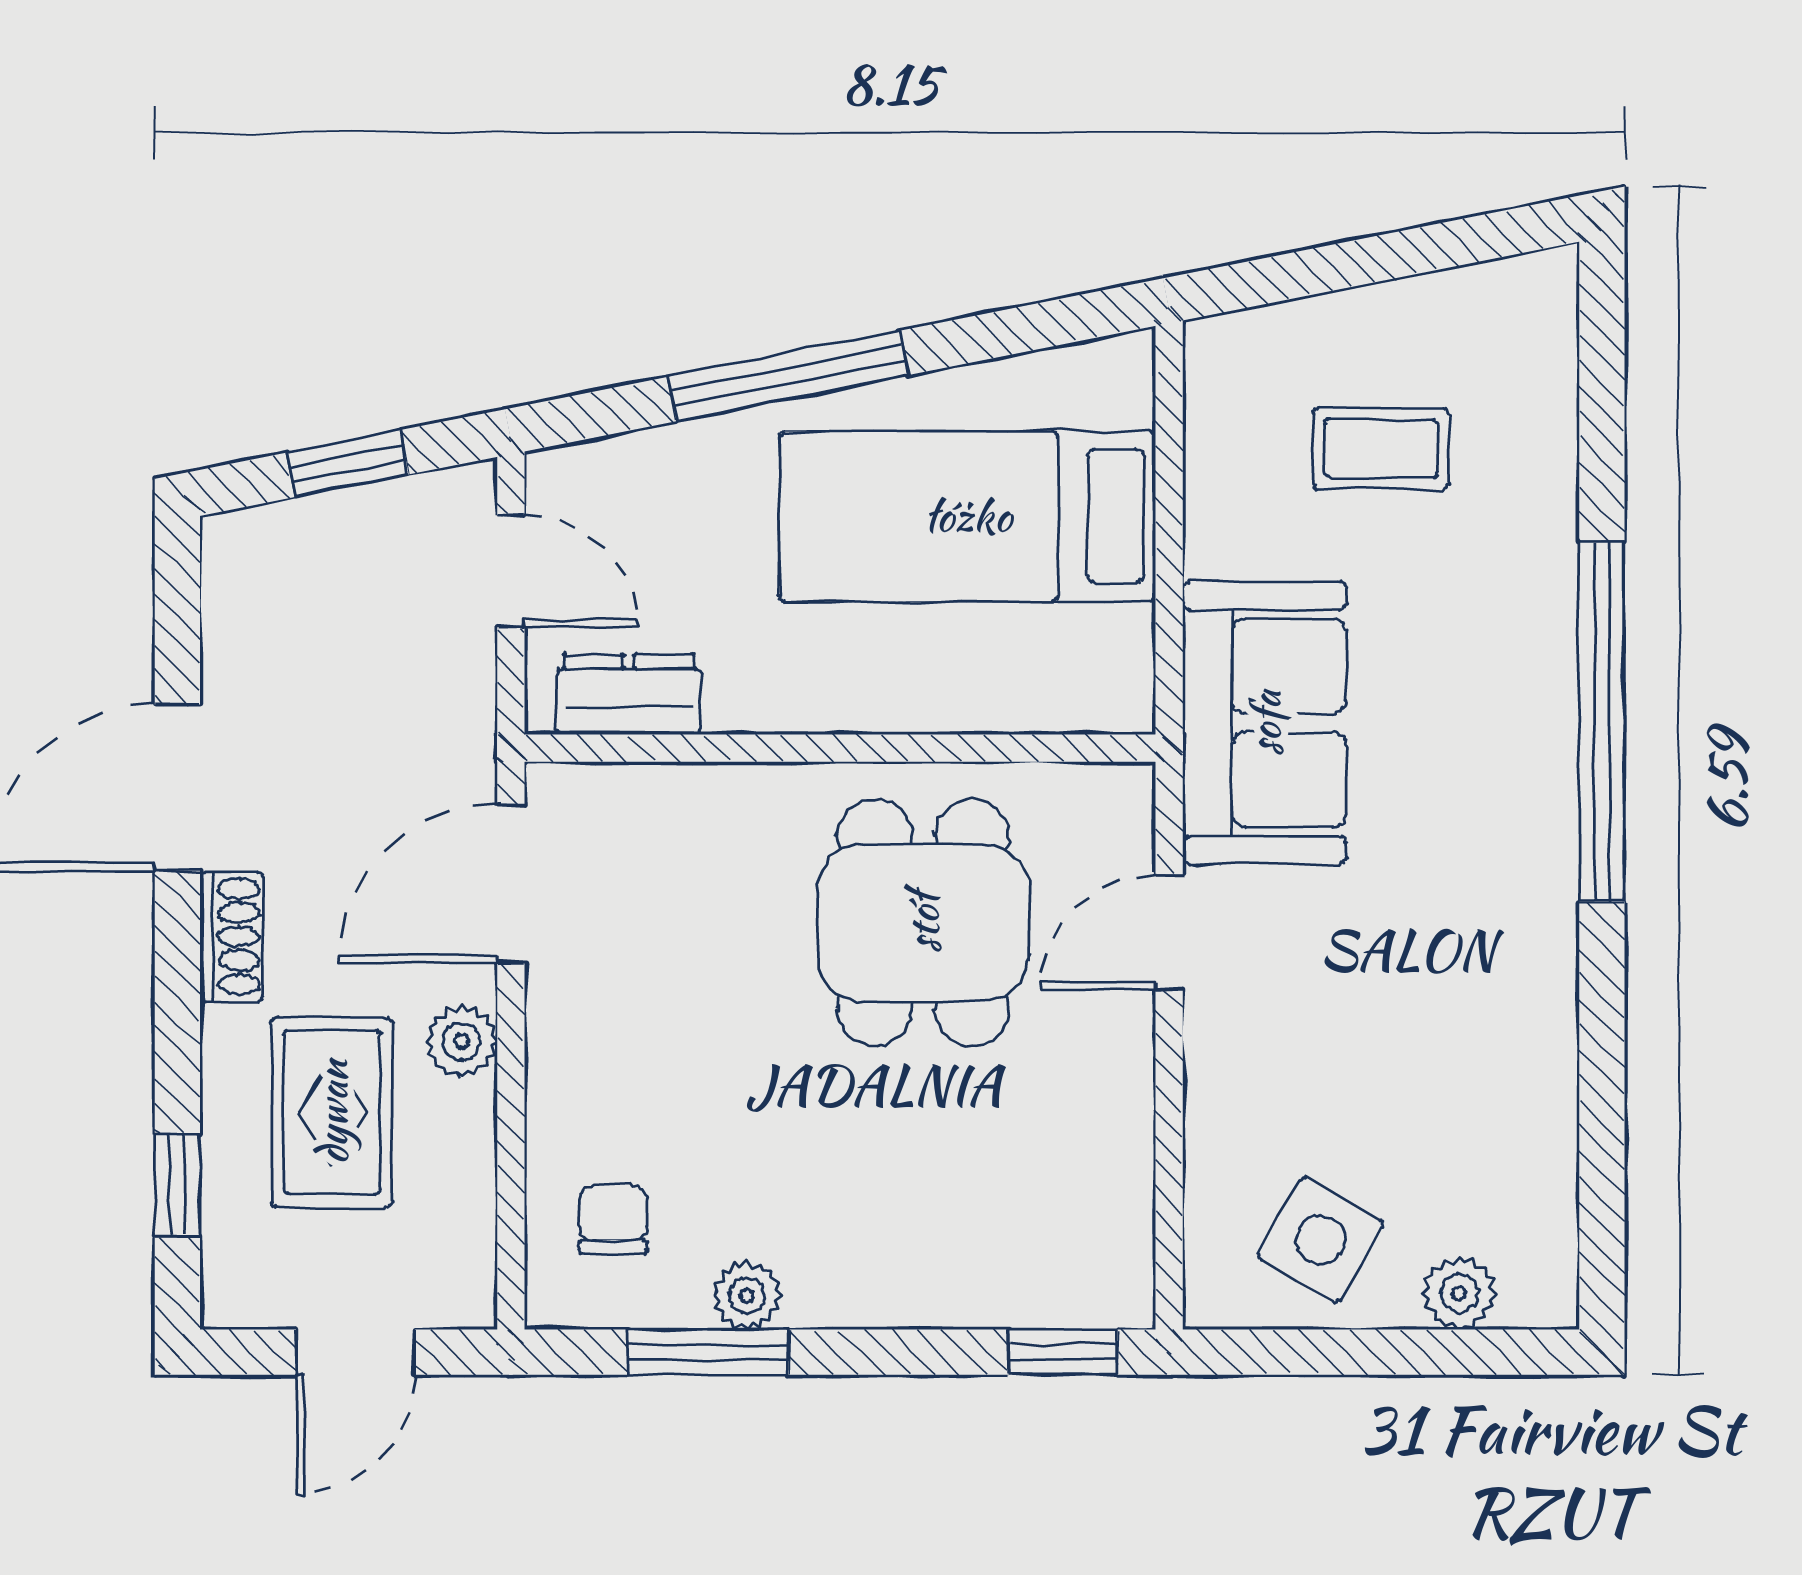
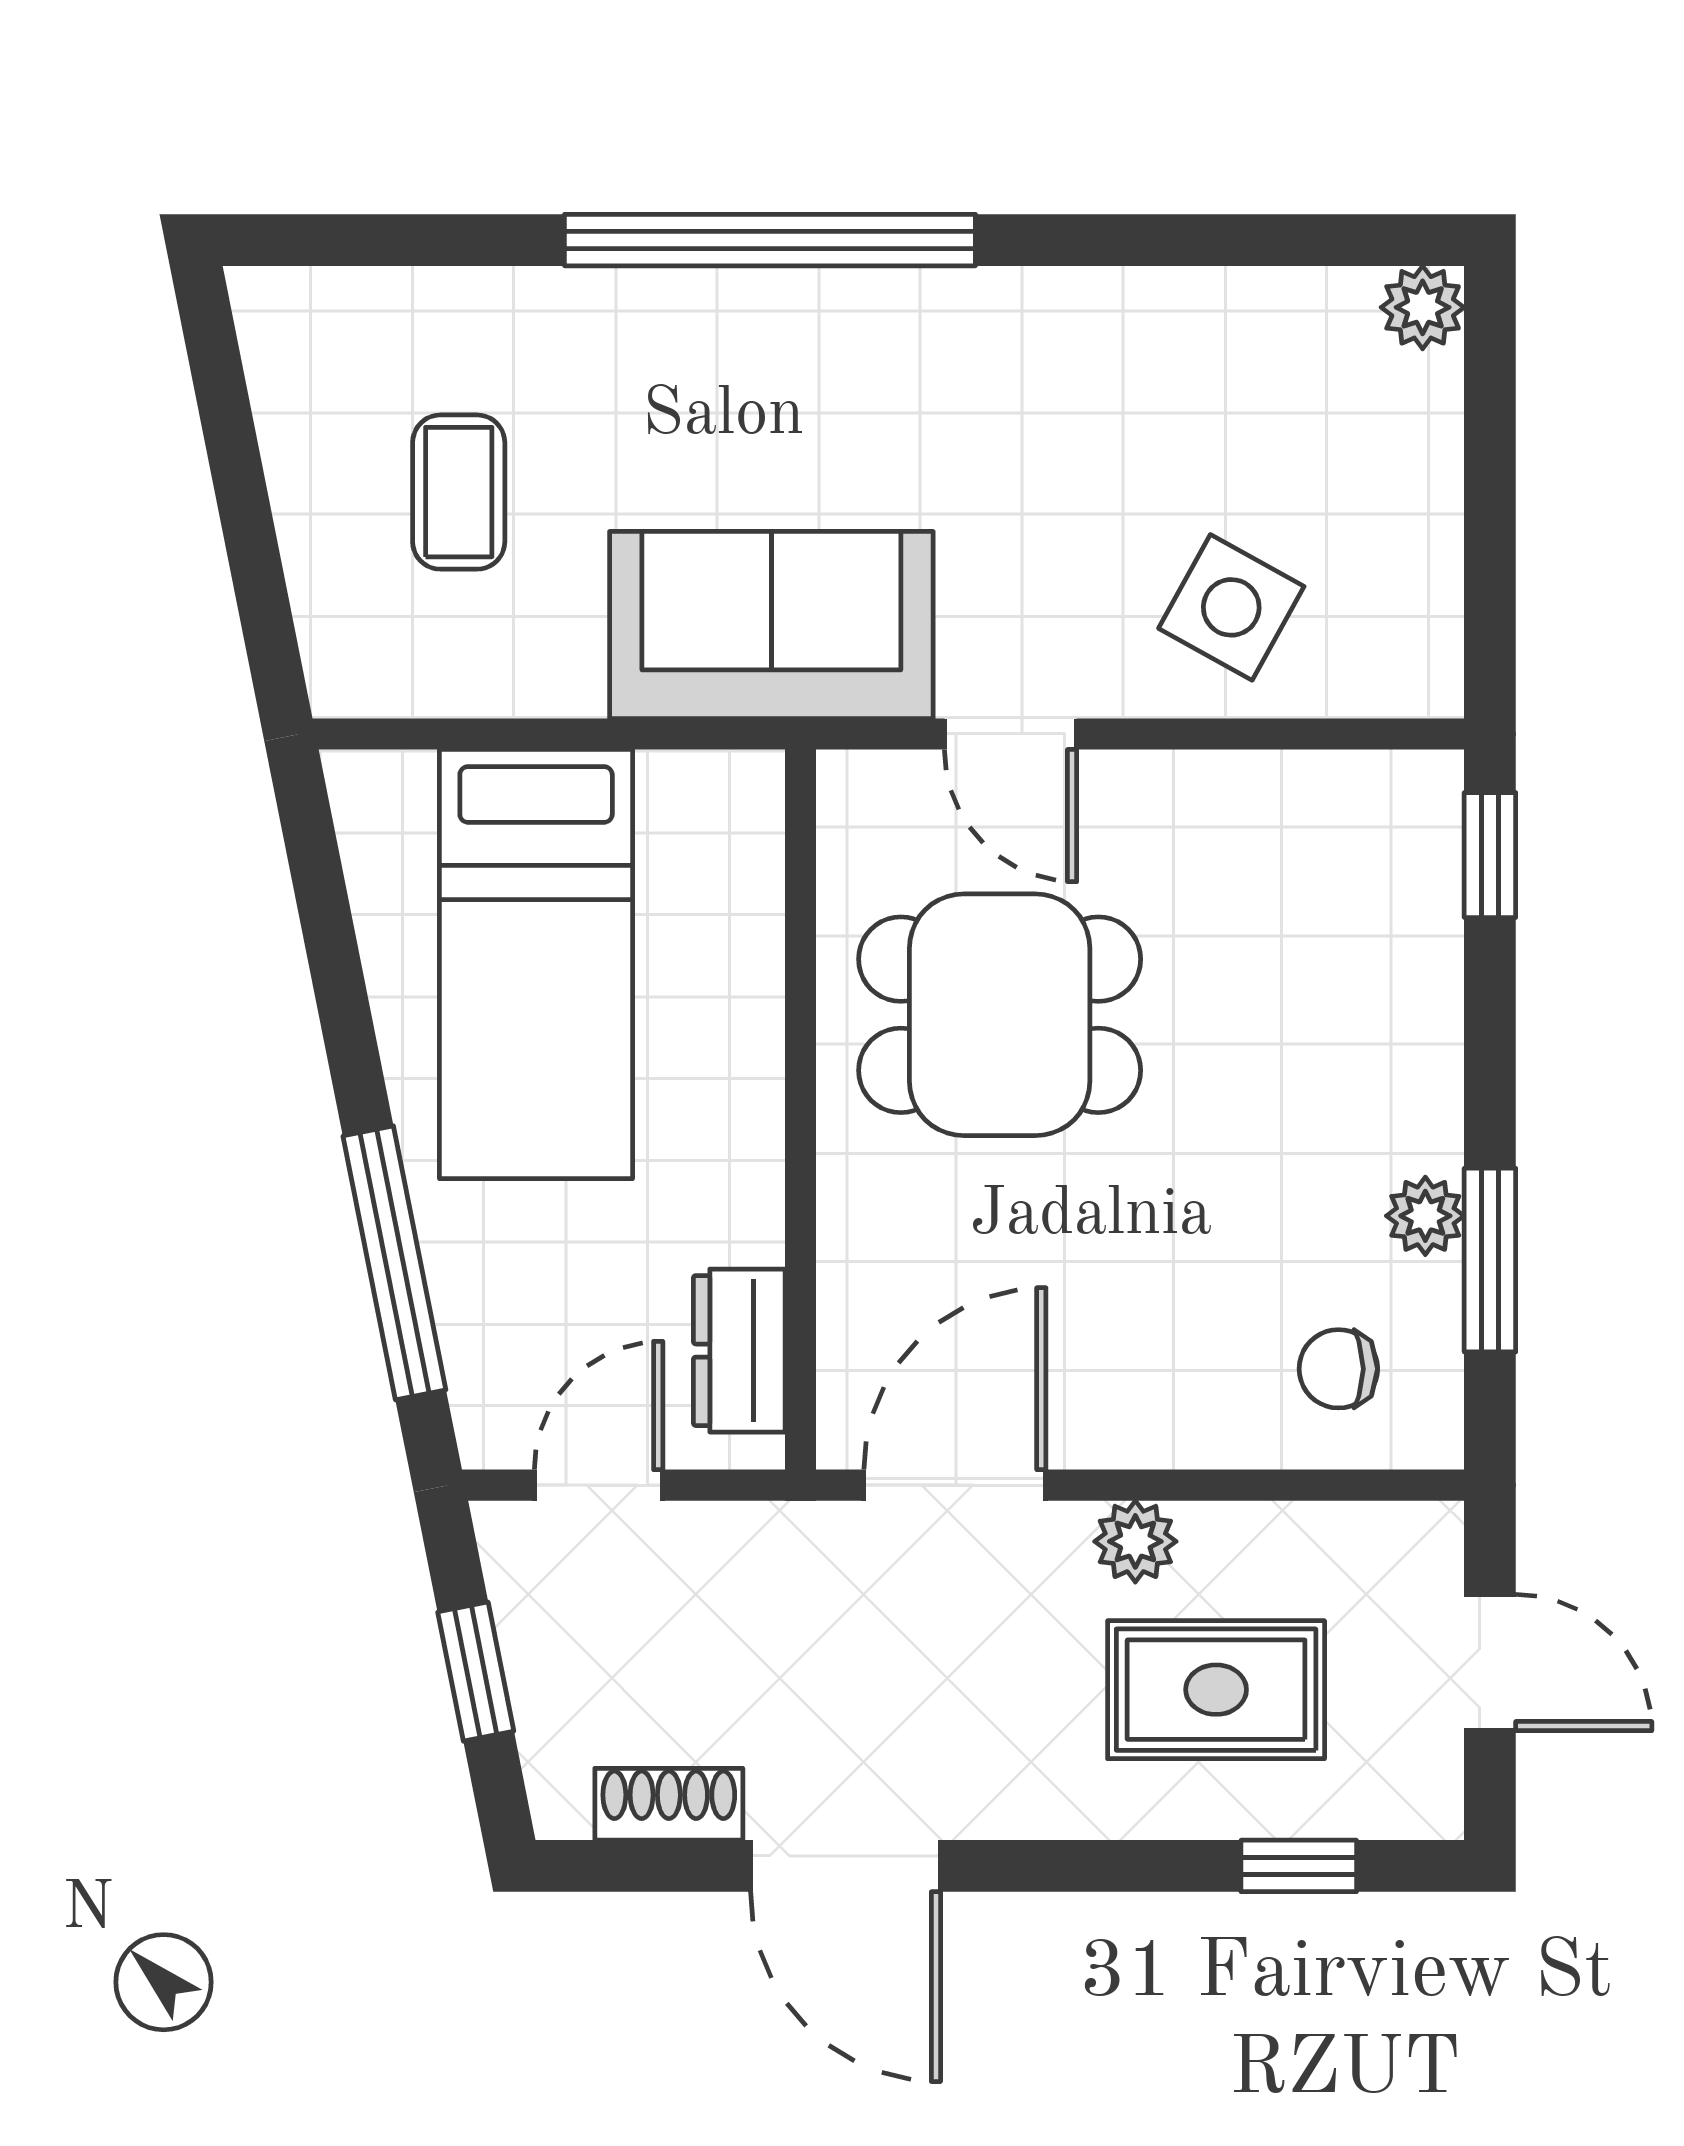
window: (788, 376) -> (394, 1263), moved
door: (511, 883) -> (955, 1485), swing flipped
shoe rack: (231, 936) -> (669, 1804), moved
side table: (1321, 1240) -> (1231, 607), moved
plant: (1459, 1293) -> (1423, 307), moved

